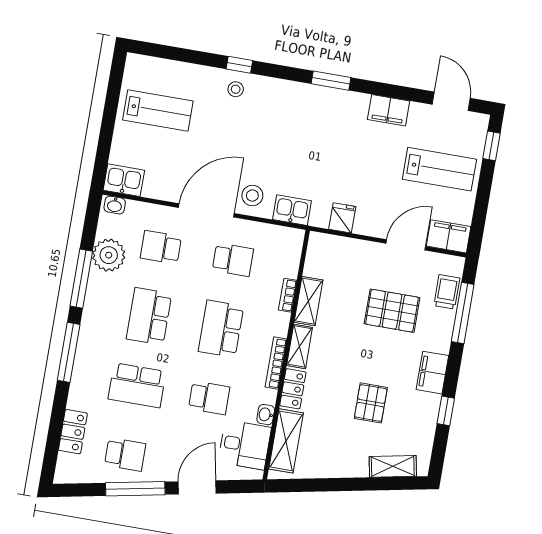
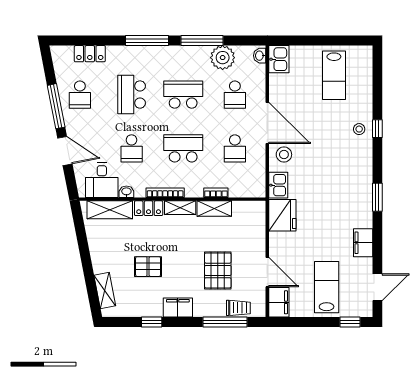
lab bench: (439, 169) -> (327, 287), turned 180
fridge: (342, 218) -> (282, 215), width x1.88, depth x1.34
school desk: (161, 247) -> (235, 95), turned 180

